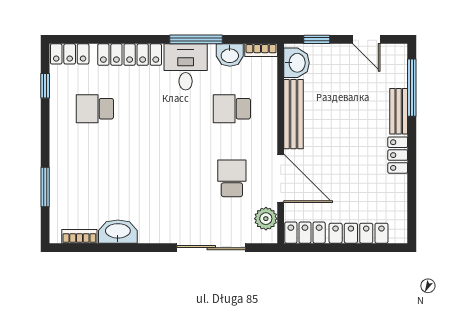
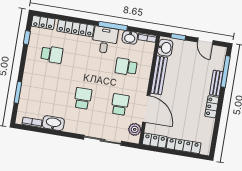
school desk: (95, 109) -> (52, 54), turned 180
school desk: (163, 178) -> (83, 98), added

